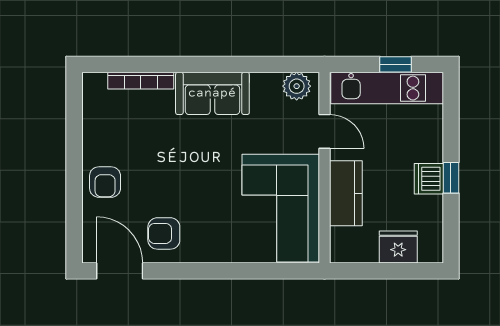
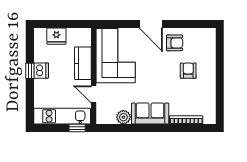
window: (395, 64) -> (77, 128), moved
plant: (297, 86) -> (123, 117), moved
armchair: (105, 182) -> (188, 71), moved
door: (120, 271) -> (151, 24), moved

